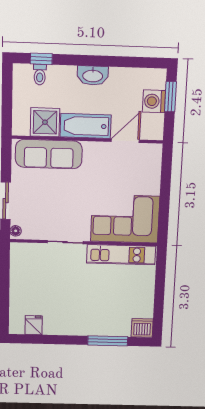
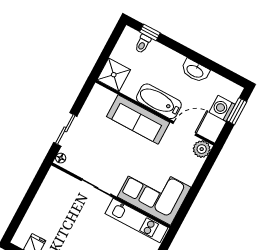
washbasin: (93, 75) -> (195, 71), moved
shower: (45, 122) -> (114, 75), moved
plant: (153, 153) -> (202, 149), added
sofa: (49, 154) -> (138, 119), moved

